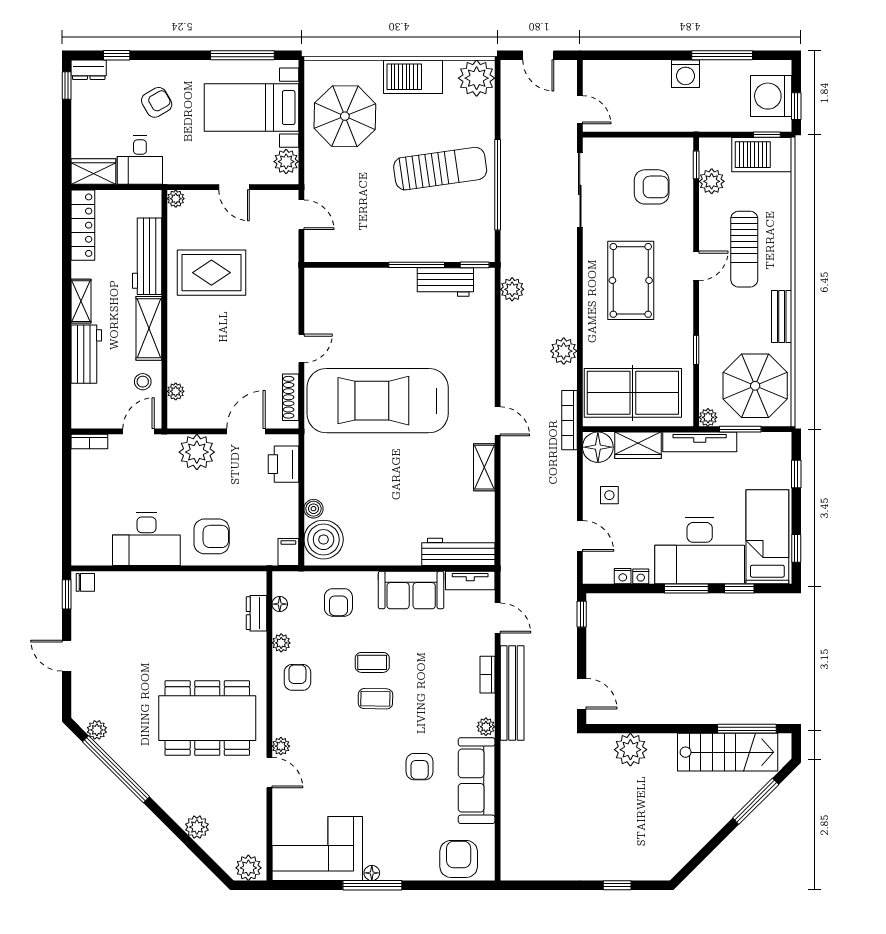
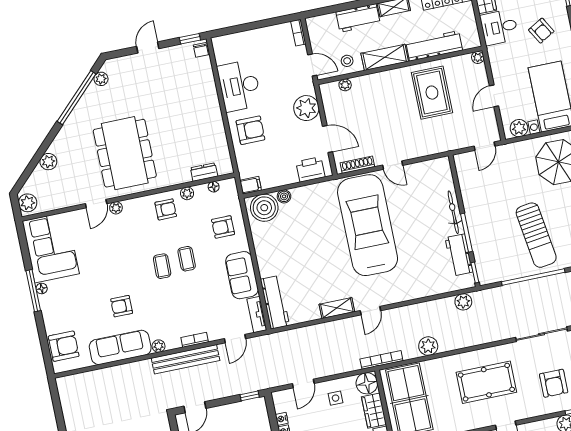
bicycle: (384, 277) -> (453, 212), added
armchair: (212, 536) -> (250, 130), turned -90

